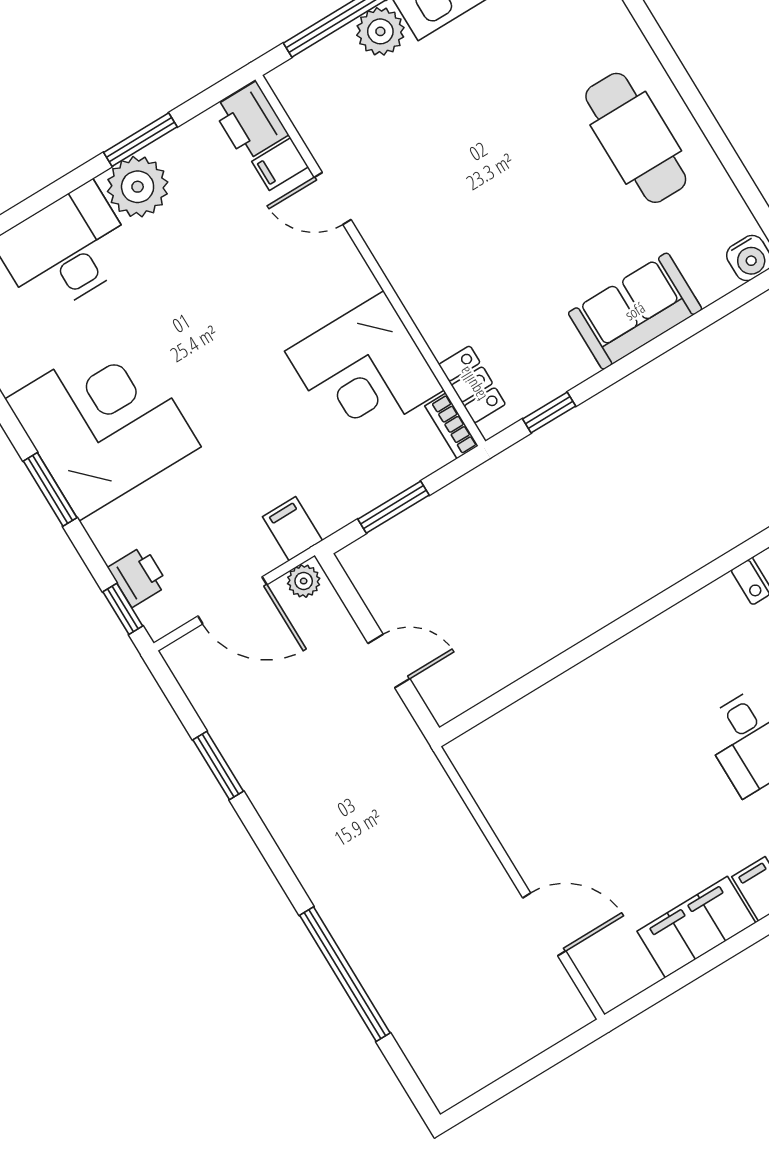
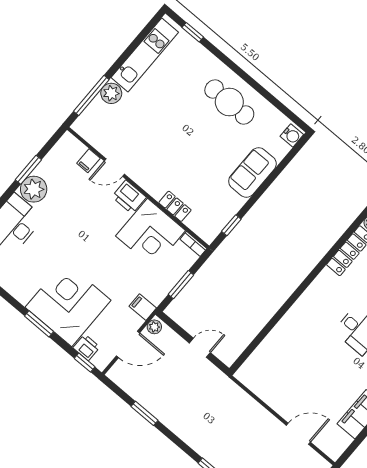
printer: (250, 121) -> (129, 197), moved
locker: (472, 384) -> (175, 206), moved
corner desk: (103, 423) -> (68, 304), moved

